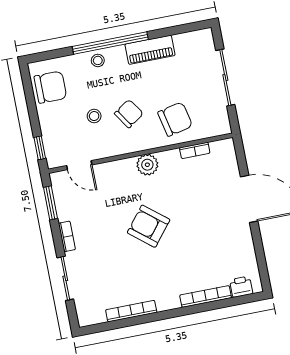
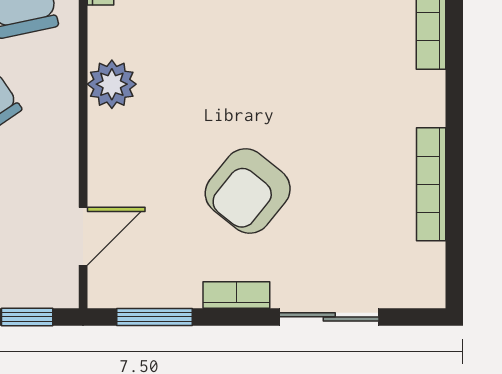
armchair: (149, 226) -> (248, 191), moved

